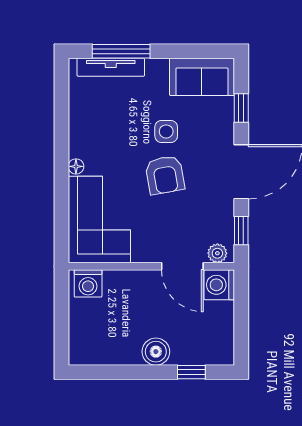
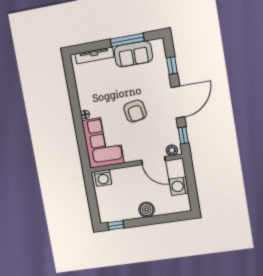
window: (121, 51) -> (127, 40), moved
sofa: (202, 77) -> (133, 54), moved
side table: (166, 131) -> (132, 86), removed
washing machine: (219, 285) -> (179, 186), moved
window: (191, 372) -> (116, 225), moved

